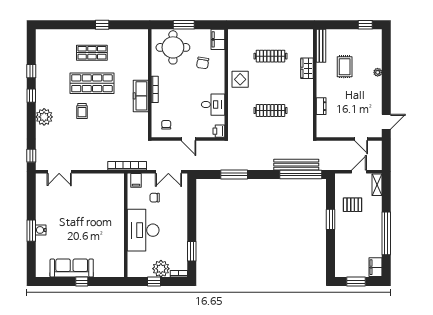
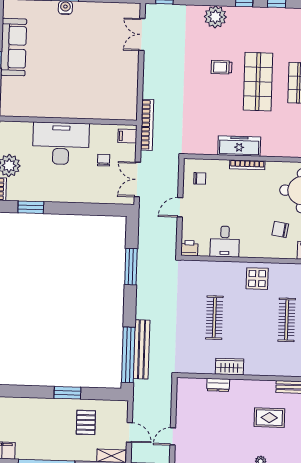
wardrobe: (307, 68) -> (229, 367), moved

